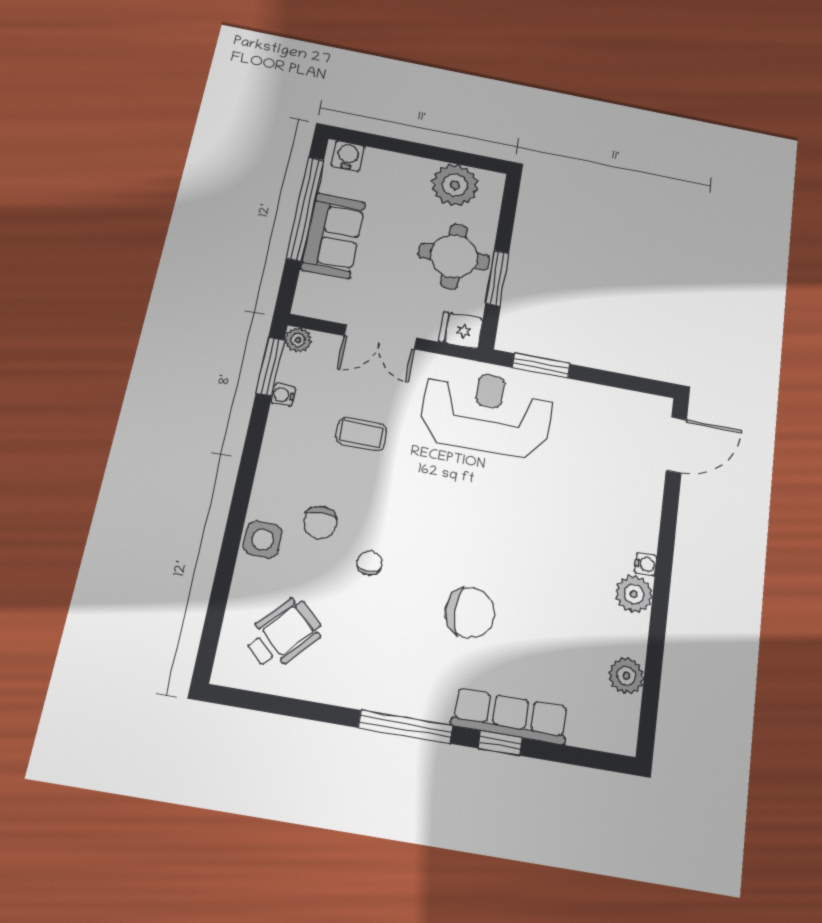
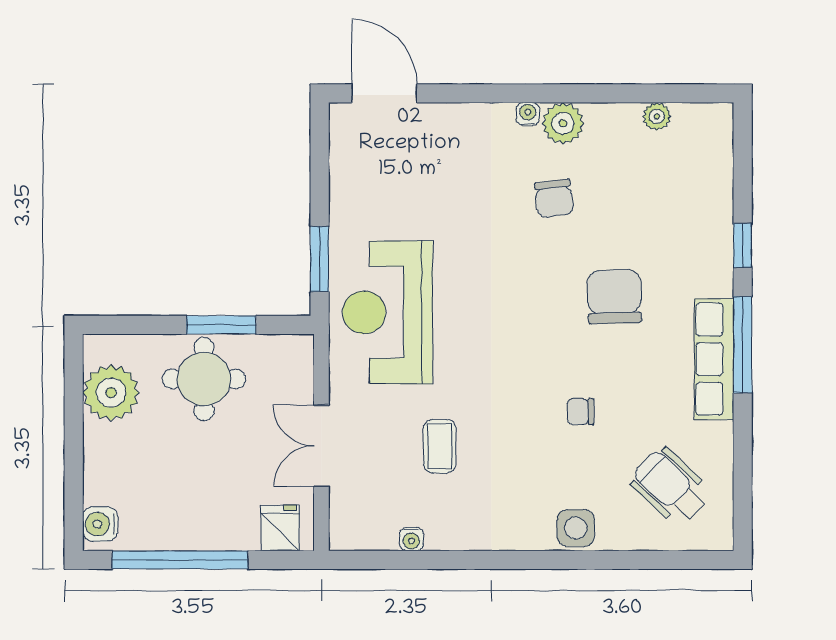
sofa: (333, 236) -> (208, 522), removed
fridge: (461, 330) -> (280, 528), moved, turned 180
double door: (380, 337) -> (321, 446), swing flipped
plant: (298, 340) -> (344, 536), removed
window: (270, 366) -> (381, 560), removed
chair: (320, 522) -> (554, 198), moved, turned 83
plant: (626, 676) -> (657, 116), width x0.73, depth x0.73
row of seats: (510, 716) -> (714, 359), moved

